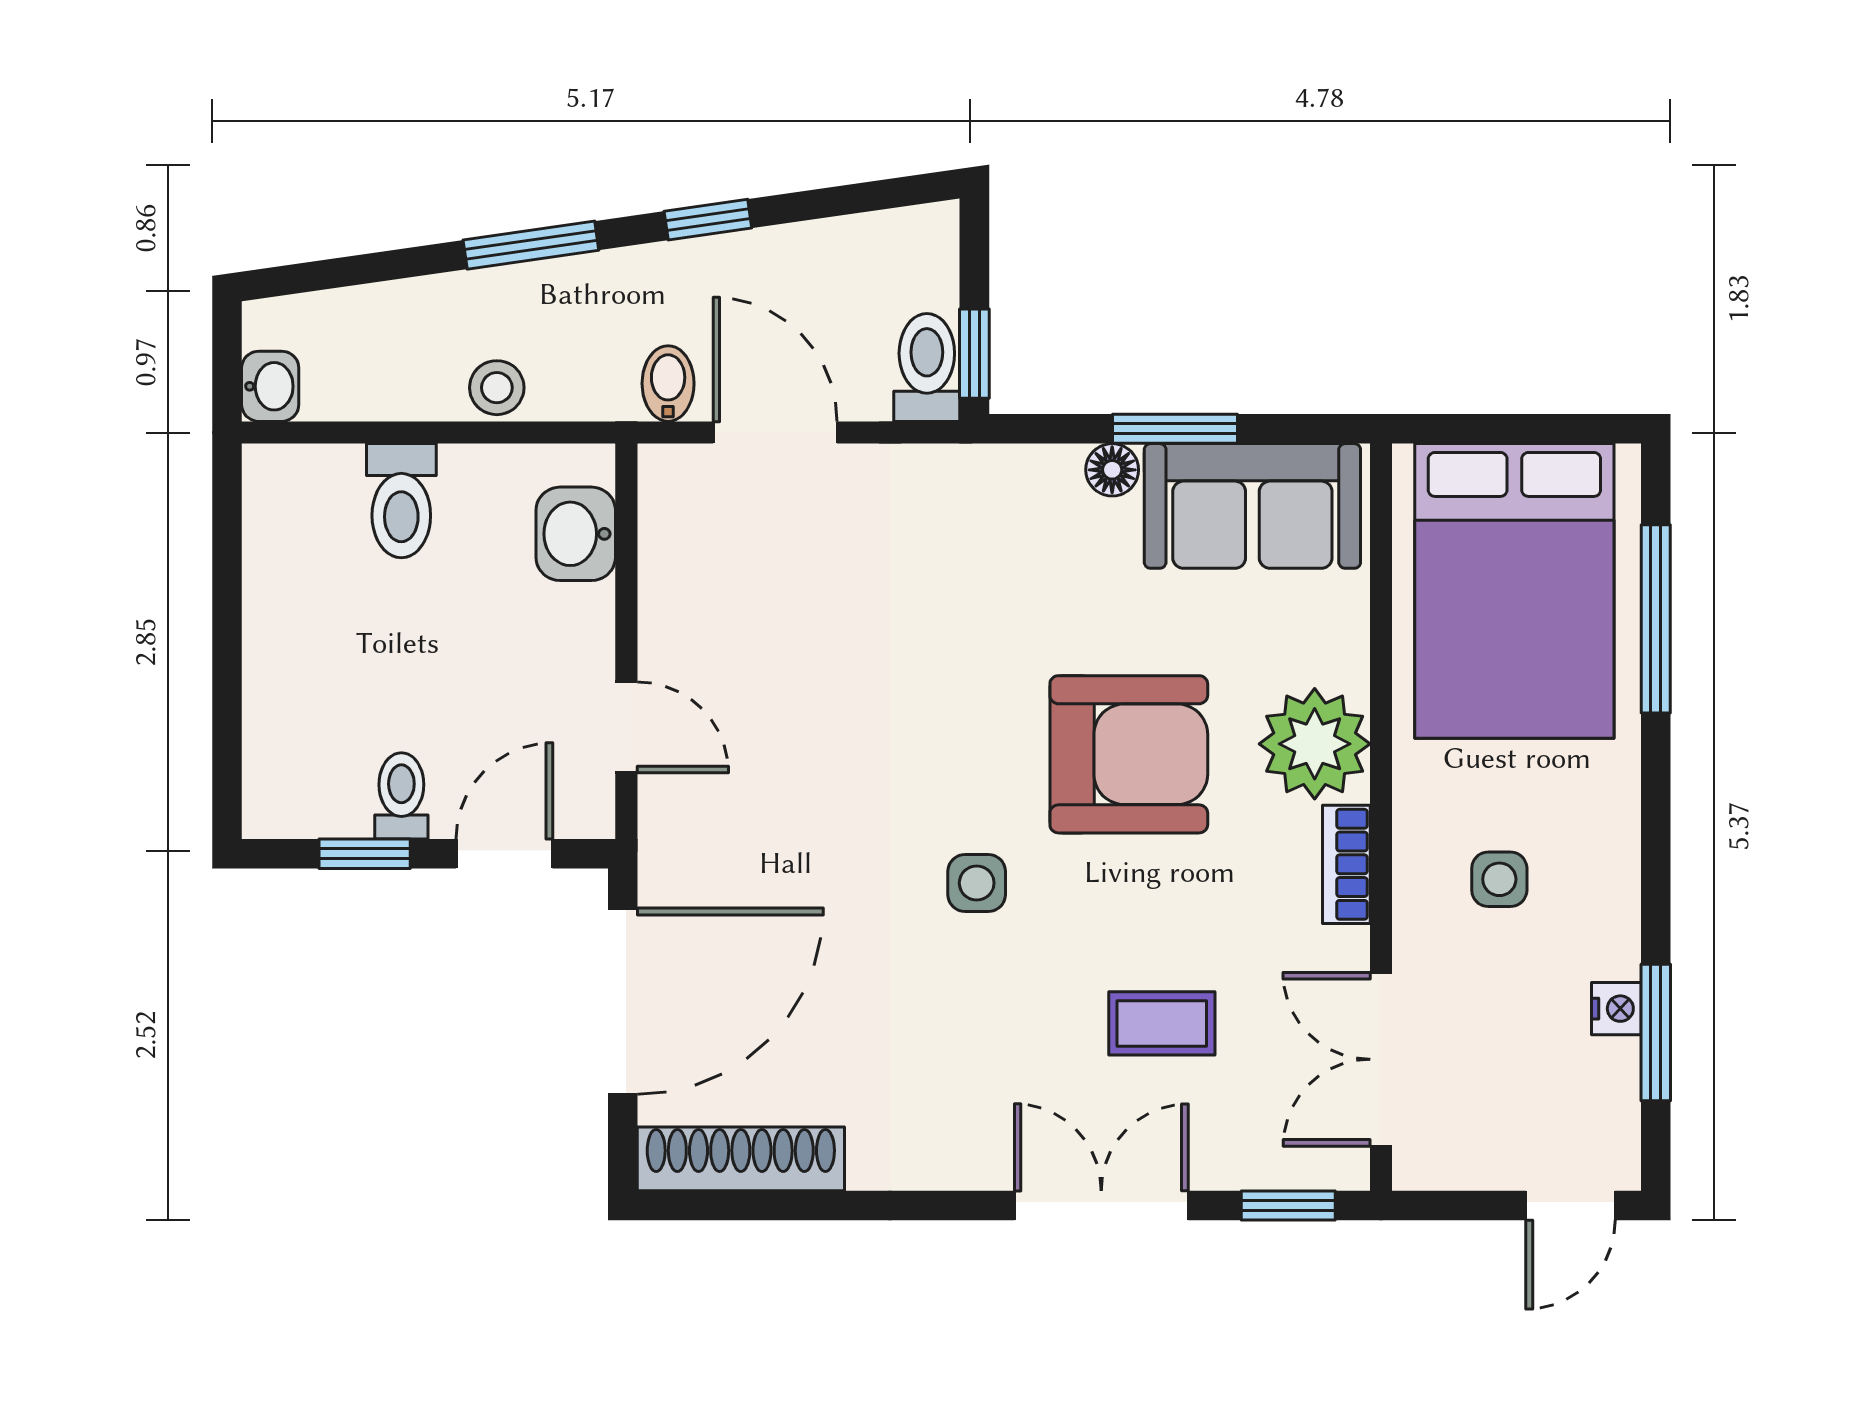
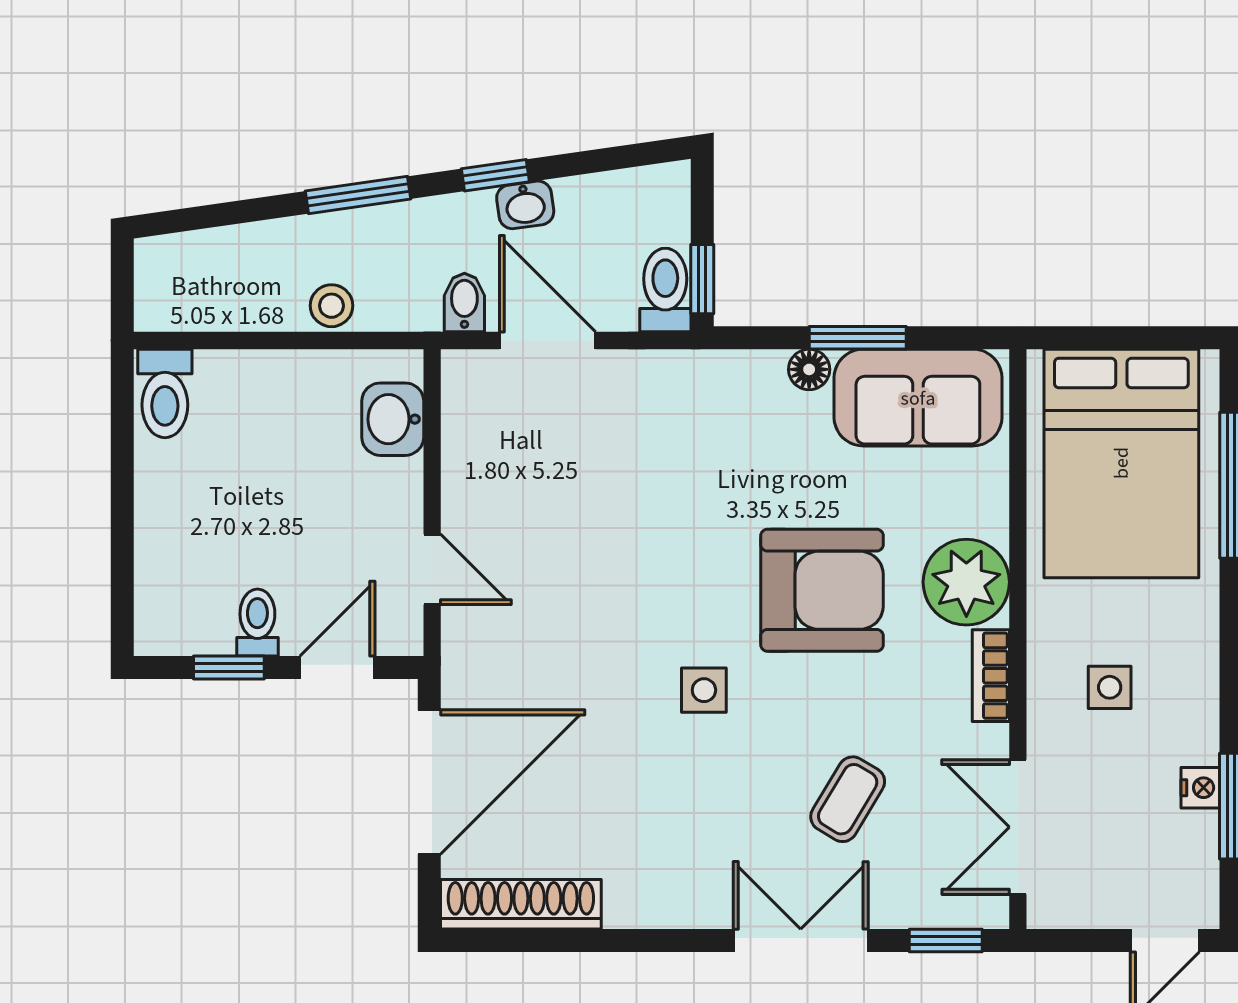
washbasin: (270, 386) -> (525, 205), moved, turned 82
toilet: (401, 501) -> (165, 393), moved
coffee table: (1162, 1023) -> (848, 799), turned -59

